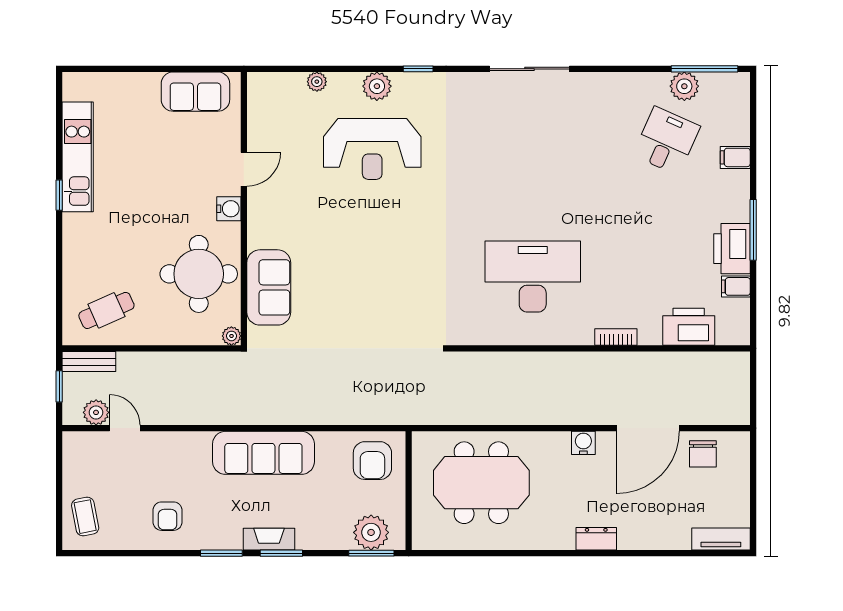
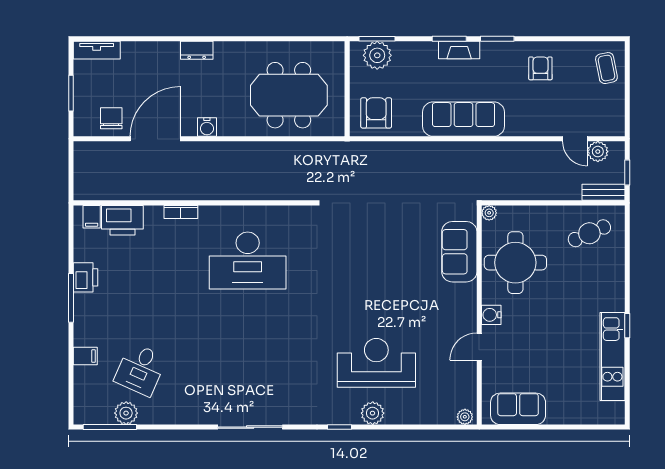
plant: (317, 82) -> (465, 417), moved
printer: (732, 249) -> (85, 277), width x0.73, depth x0.84
filing cabinet: (736, 286) -> (92, 217), moved, turned 90
window: (753, 485) -> (71, 93), added

